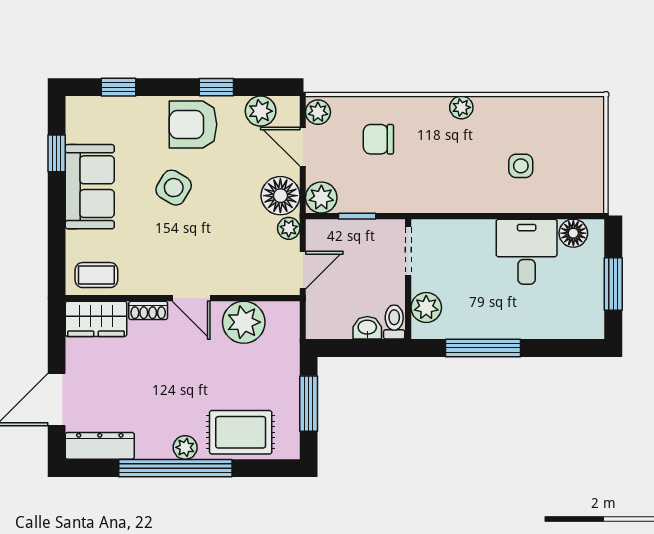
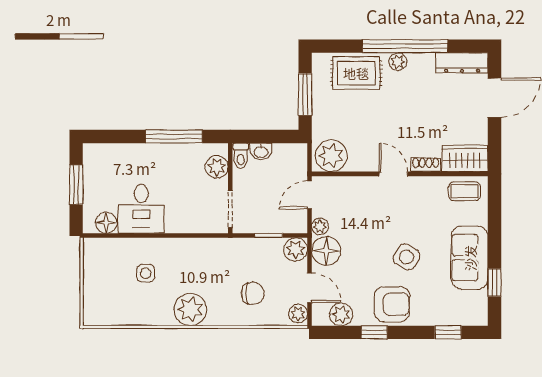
plant: (461, 107) -> (190, 310), width x1.87, depth x1.87
plant: (244, 322) -> (331, 156), moved

